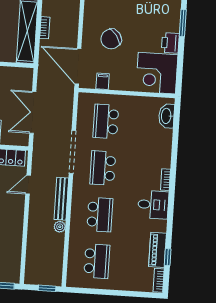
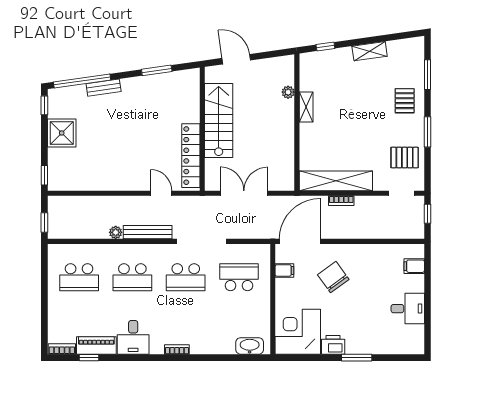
school desk: (103, 168) -> (186, 277), turned 180
desk: (153, 205) -> (133, 337), moved

